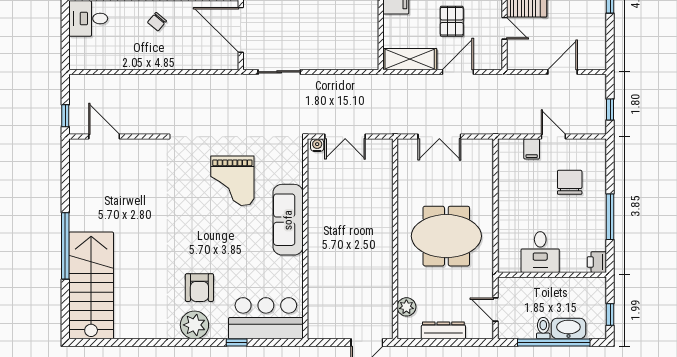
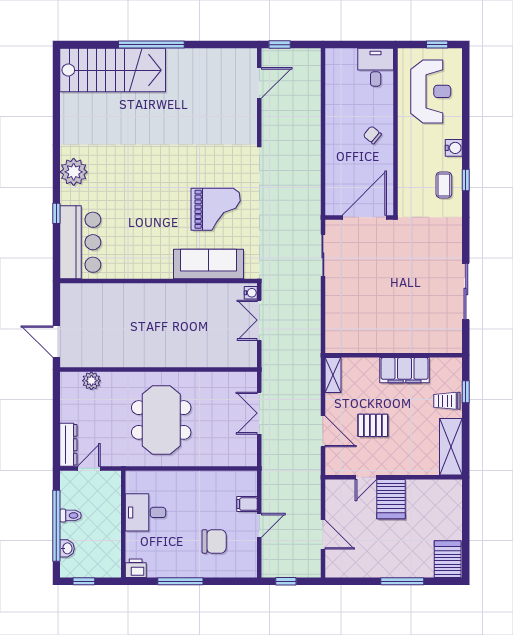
shelving: (410, 59) -> (333, 375), width x0.67, depth x0.75
grand piano: (232, 181) -> (216, 209), turned 180
sofa: (288, 220) -> (209, 264), moved
armchair: (199, 288) -> (110, 177), removed
washbasin: (568, 328) -> (67, 548), width x0.52, depth x0.69
dresser: (443, 330) -> (68, 445), moved

